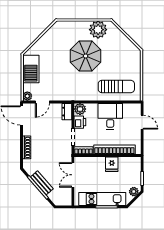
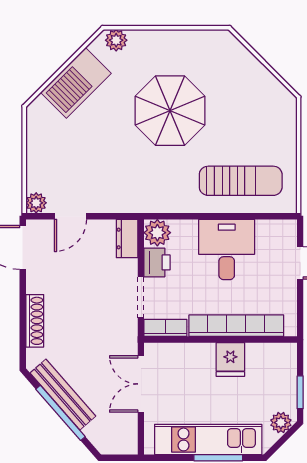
plant: (98, 30) -> (116, 40), moved, width x0.53, depth x0.53
barbecue: (31, 69) -> (76, 83), moved, turned 45
bench: (42, 183) -> (63, 395), width x1.36

